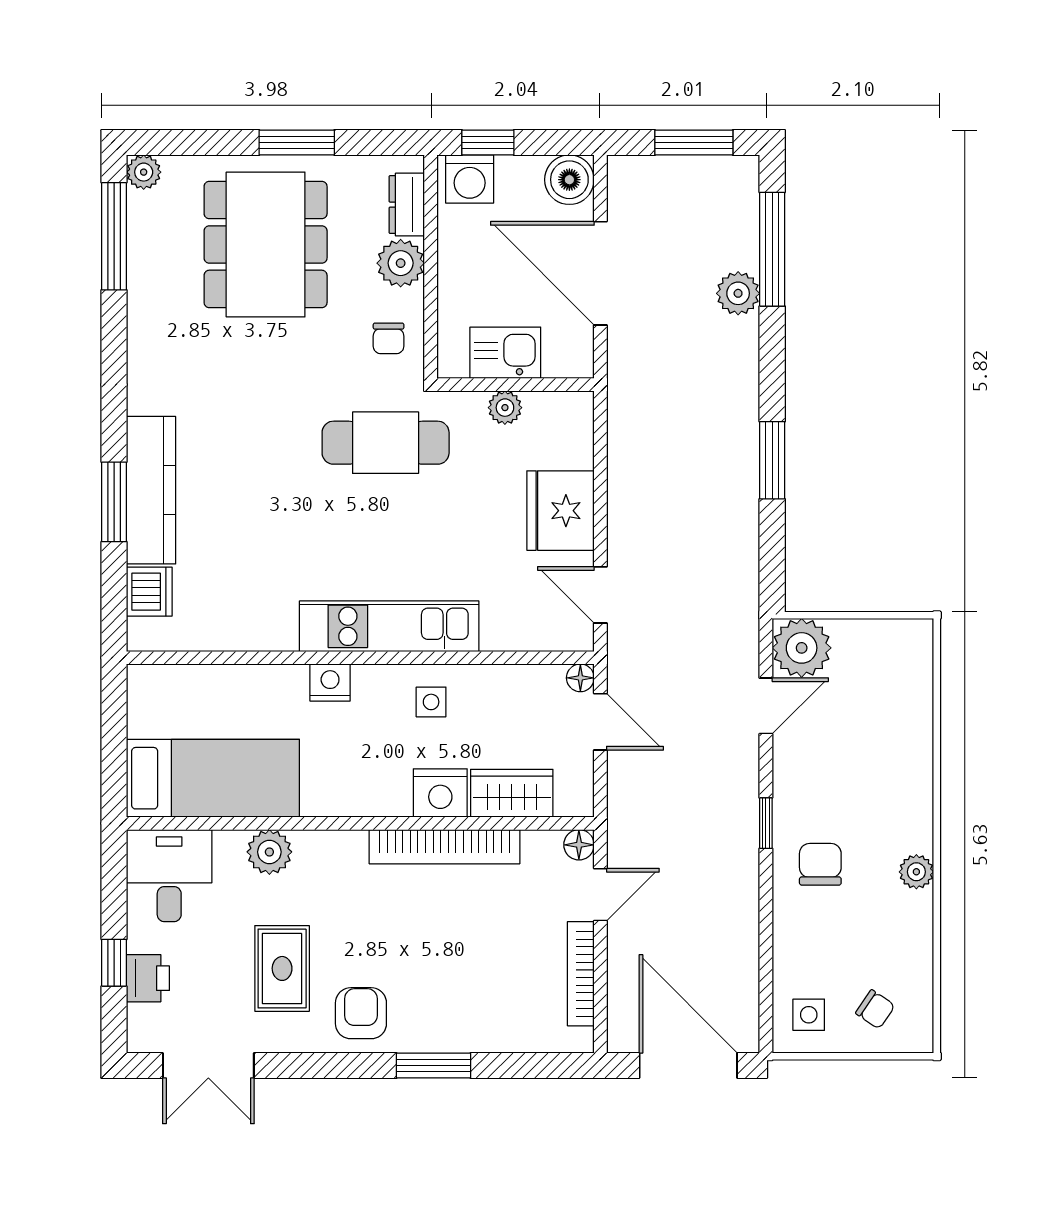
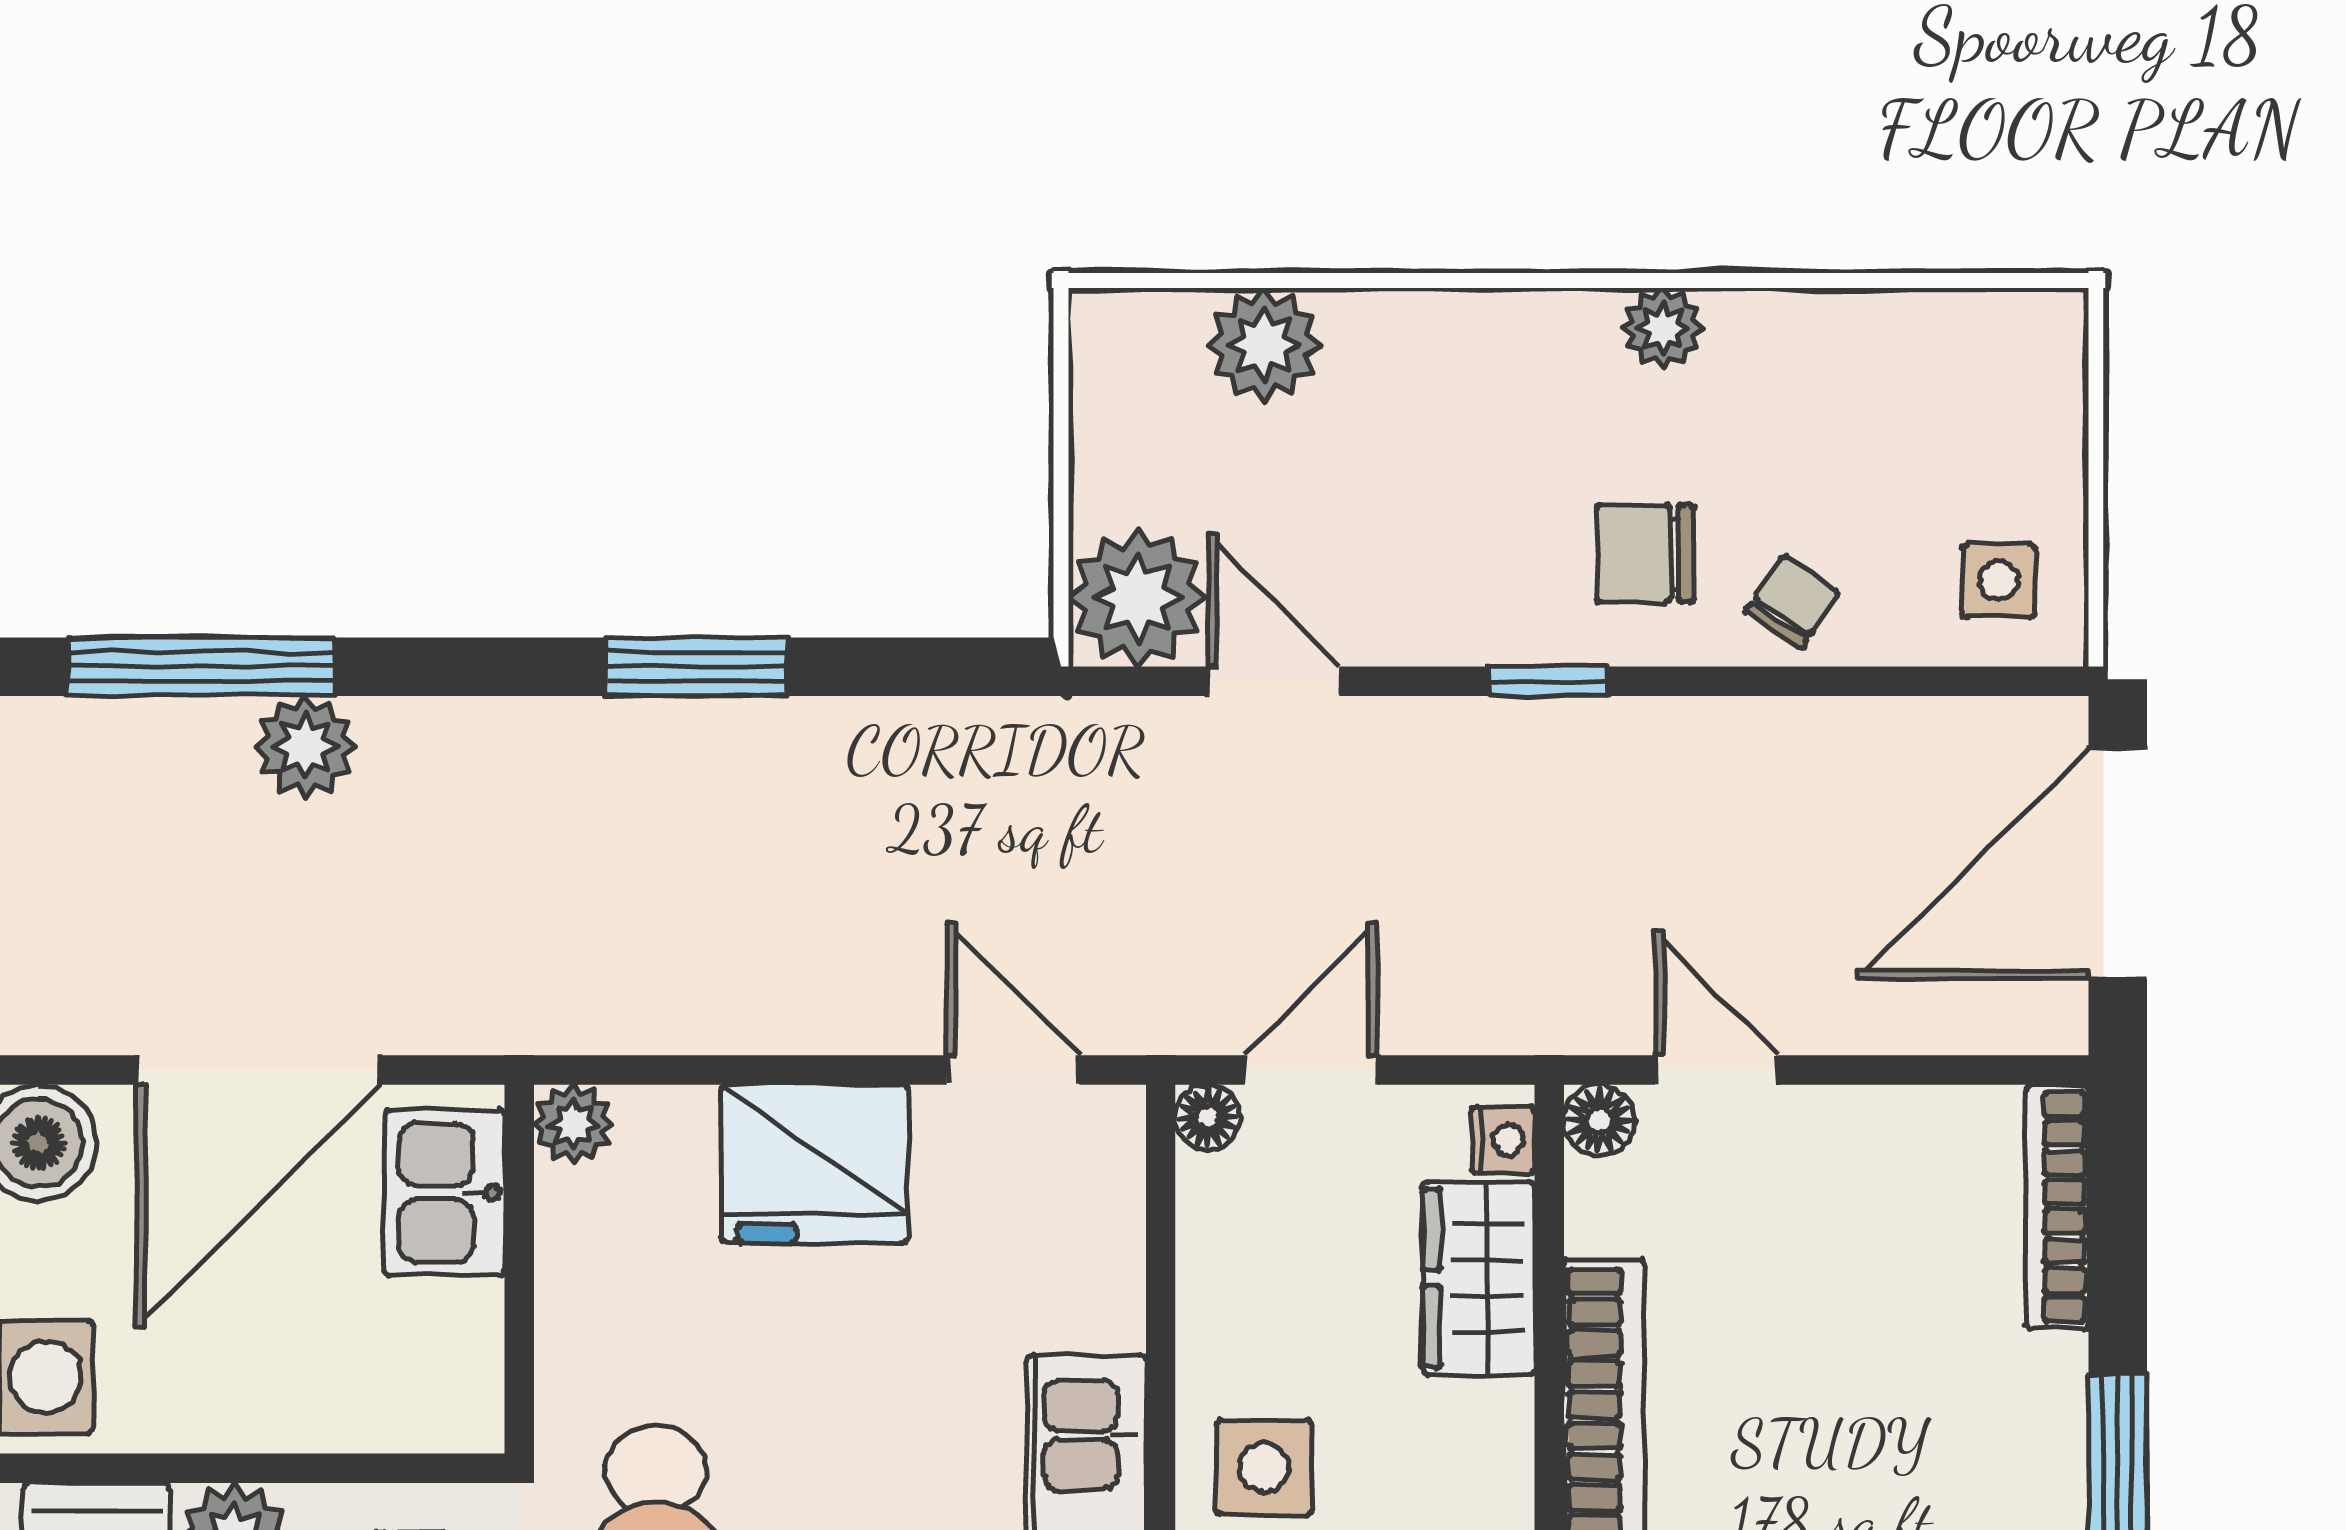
kitchen sink: (505, 353) -> (445, 1193), moved
plant: (505, 408) -> (573, 1124), moved
door: (600, 595) -> (1013, 1070), swing flipped
side table: (431, 702) -> (1264, 1467), width x1.37, depth x1.37
plant: (909, 702) -> (1264, 345), added
nightstand: (440, 793) -> (1503, 1140), moved, width x0.53, depth x0.56
bookcase: (581, 974) -> (2057, 1207), moved, turned 90
chair: (875, 1009) -> (1792, 602), moved

